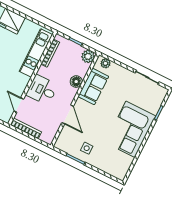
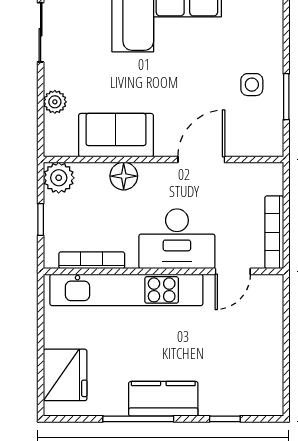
kitchen unit: (36, 53) -> (126, 290), width x1.36
plant: (105, 63) -> (55, 102), moved
desk: (42, 90) -> (177, 239), width x1.37

